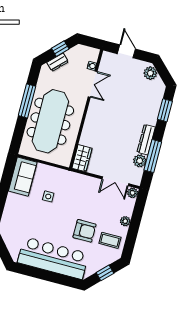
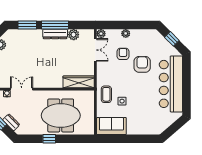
window: (27, 101) -> (49, 139), width x0.46
meeting table: (50, 121) -> (61, 115), width x0.73
window: (153, 156) -> (55, 25), moved
wardrobe: (82, 158) -> (79, 82), width x1.50
armchair: (102, 212) -> (123, 54), added
coffee table: (110, 240) -> (106, 94), moved

